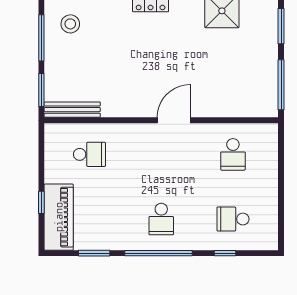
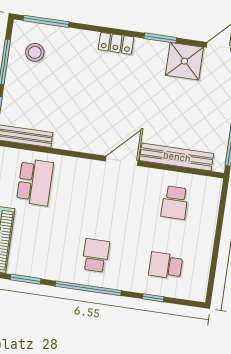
bench: (228, 108) -> (177, 157), added
school desk: (89, 154) -> (35, 182), width x1.85
school desk: (161, 219) -> (96, 255), turned 180

